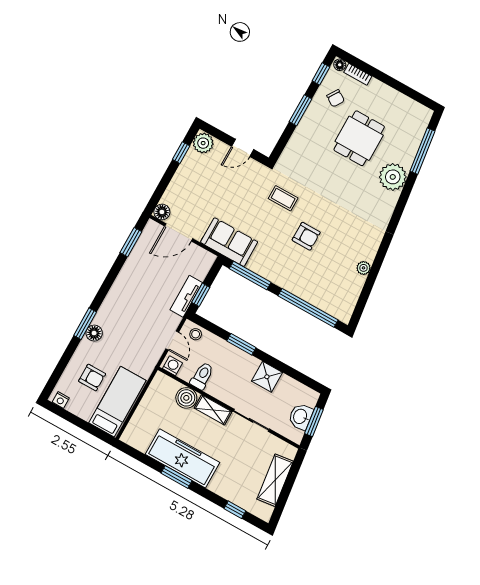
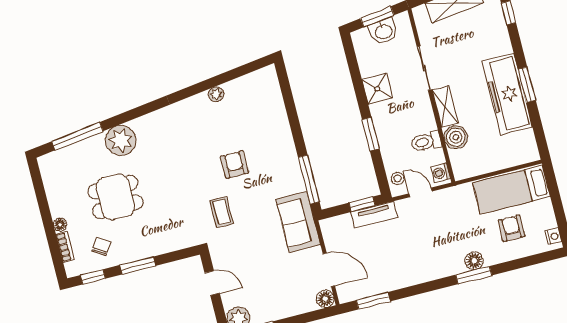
floor lamp: (340, 65) -> (60, 225), moved
window: (308, 308) -> (291, 108), removed
door: (172, 340) -> (420, 192), hinge flipped

